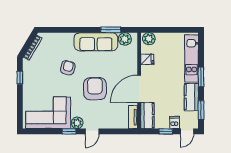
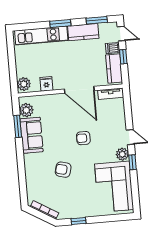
sofa: (96, 42) -> (32, 135), width x0.73
armchair: (95, 89) -> (83, 138), width x0.53, depth x0.53
kitchen counter: (147, 116) -> (114, 69), moved, turned -90

